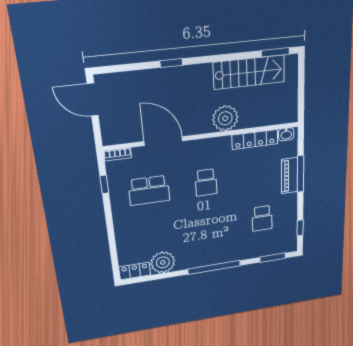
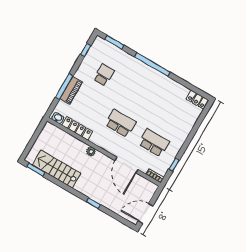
door: (93, 100) -> (146, 213), swing flipped
plant: (225, 118) -> (91, 151), width x0.53, depth x0.53
school desk: (206, 182) -> (120, 123), width x1.85
plant: (163, 262) -> (178, 92), removed

